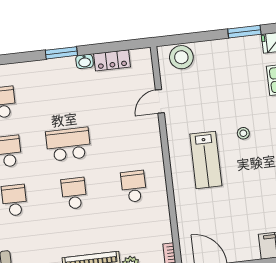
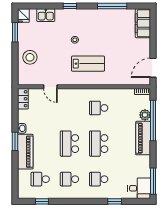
stool: (181, 57) -> (30, 57), moved
locker: (112, 60) -> (23, 99), moved
piano: (46, 72) -> (25, 152), added
school desk: (74, 193) -> (99, 144), width x1.85

